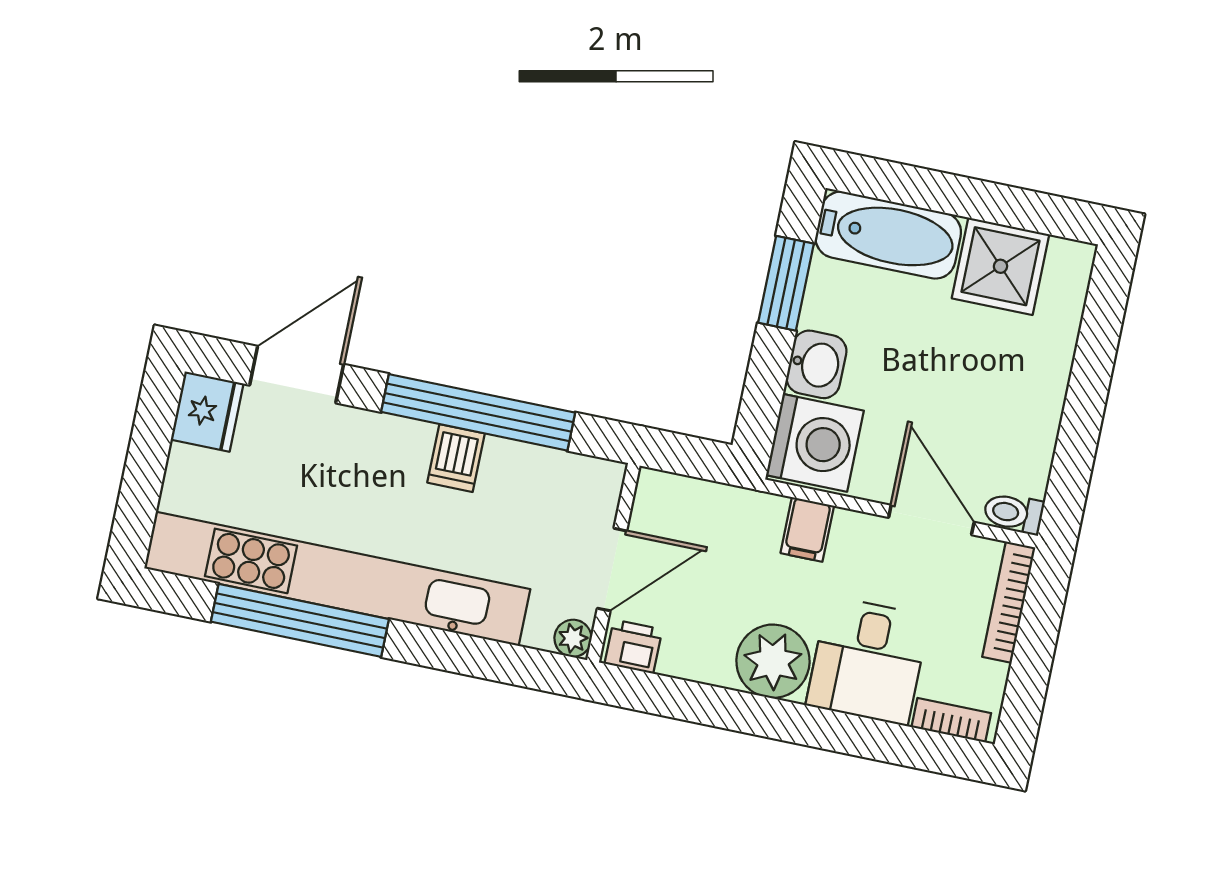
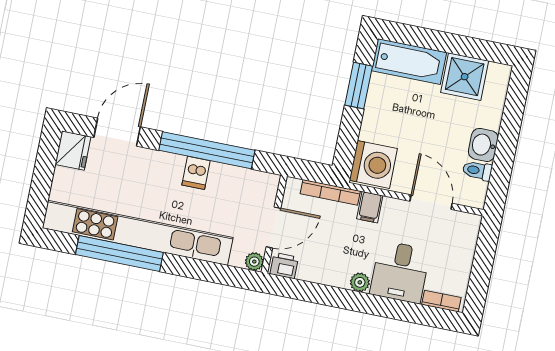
washbasin: (816, 364) -> (483, 145), moved, turned 180
toilet: (1013, 513) -> (477, 171), moved
bookcase: (1009, 602) -> (330, 192), moved, turned -90
plant: (773, 661) -> (360, 282), width x0.53, depth x0.53

